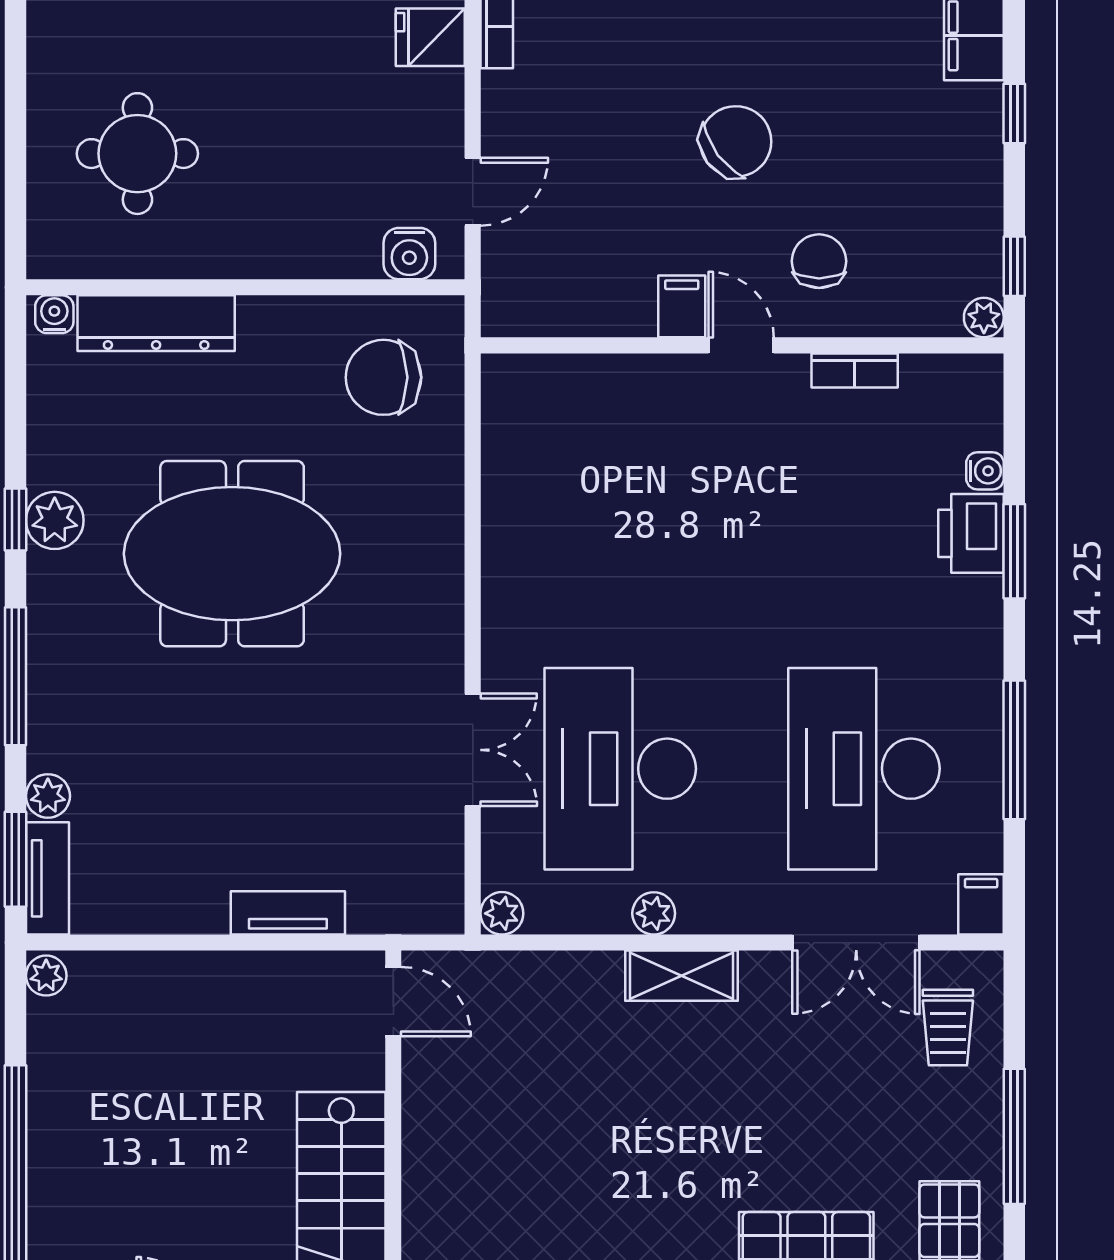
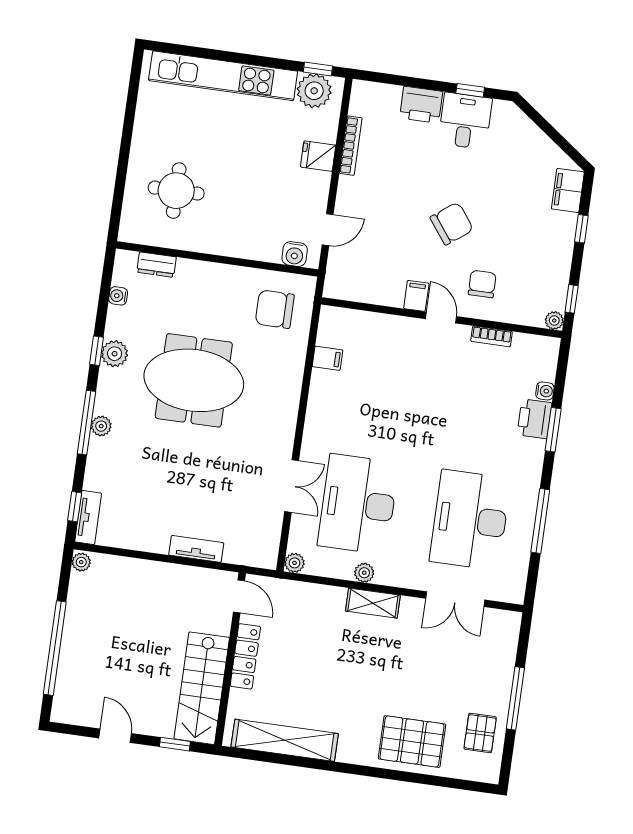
water cooler: (54, 314) -> (118, 296), moved, turned -90
dresser: (156, 323) -> (157, 265), width x0.51, depth x0.80
plant: (48, 796) -> (101, 426), moved
window: (15, 859) -> (75, 507), width x0.67
filing cabinet: (981, 904) -> (327, 358), moved, turned 90
trolley: (948, 1028) -> (492, 644), removed
locker: (425, 1128) -> (245, 656), added

